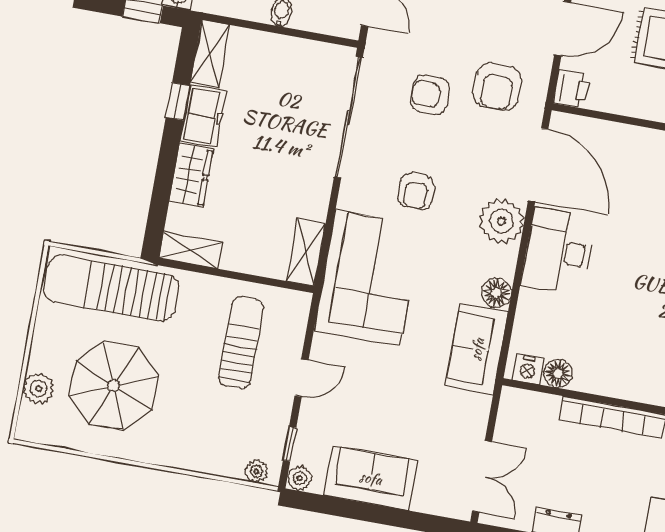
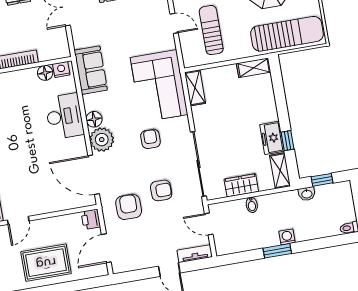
wardrobe: (191, 175) -> (241, 185), moved, turned 90
desk: (558, 251) -> (64, 116), moved
floor lamp: (496, 293) -> (94, 119), moved
sun lounger: (241, 343) -> (211, 30), turned 180
door: (301, 378) -> (174, 23), swing flipped

